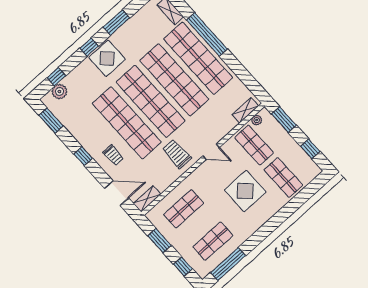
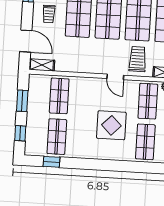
trolley: (177, 154) -> (138, 59), moved
shop shelf: (184, 209) -> (59, 96), turned 90
shop shelf: (213, 241) -> (57, 137), turned 90
window: (228, 264) -> (52, 162), width x0.46

